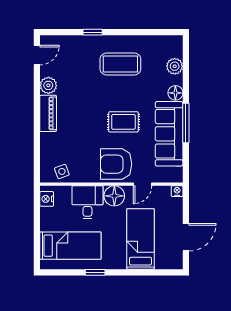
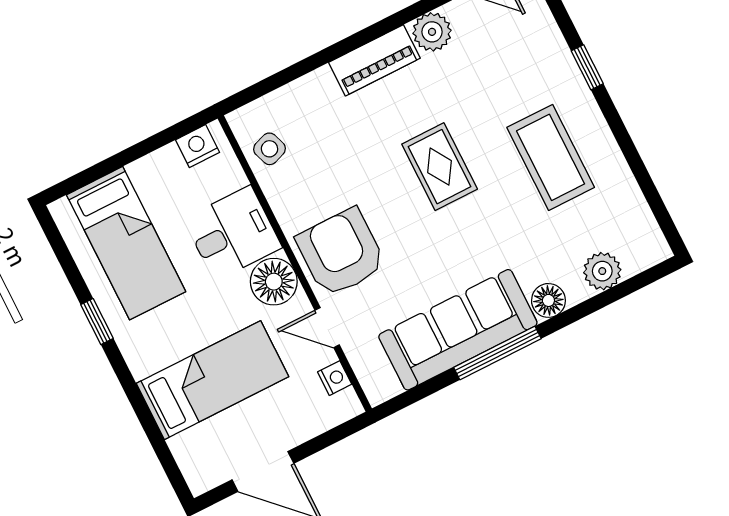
rug: (123, 122) -> (440, 167), moved
nightstand: (177, 191) -> (335, 378), moved

